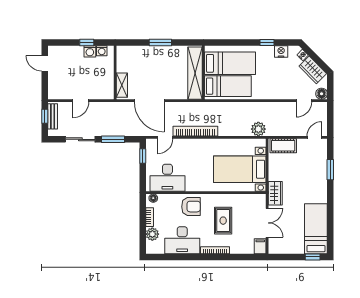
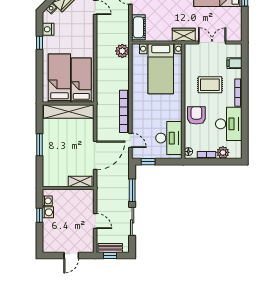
door: (45, 63) -> (71, 255), moved
filing cabinet: (260, 246) -> (234, 63), moved

